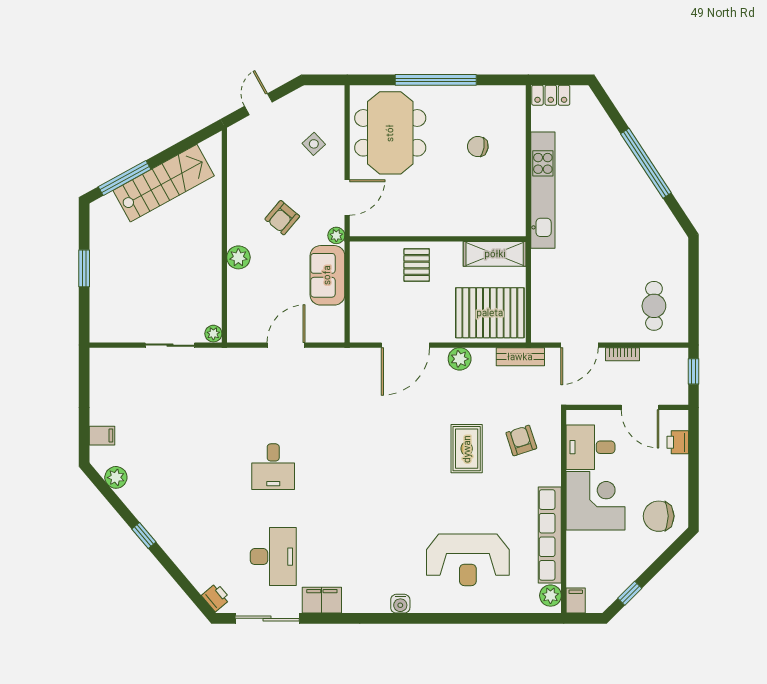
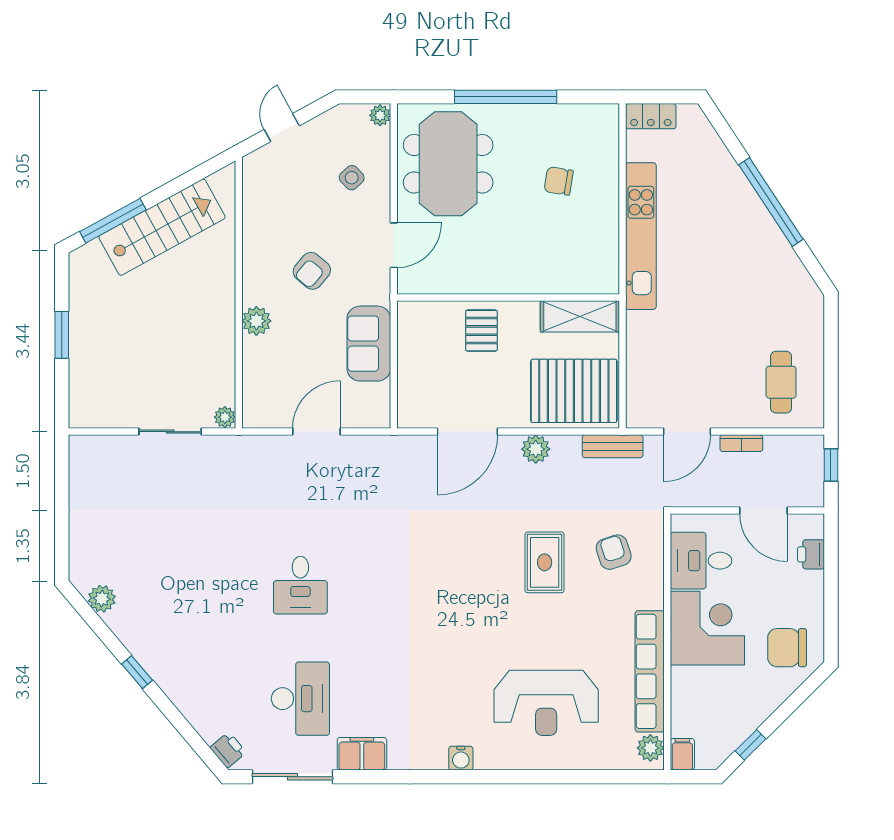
plant: (336, 235) -> (380, 115), moved
filing cabinet: (102, 436) -> (84, 546), removed

